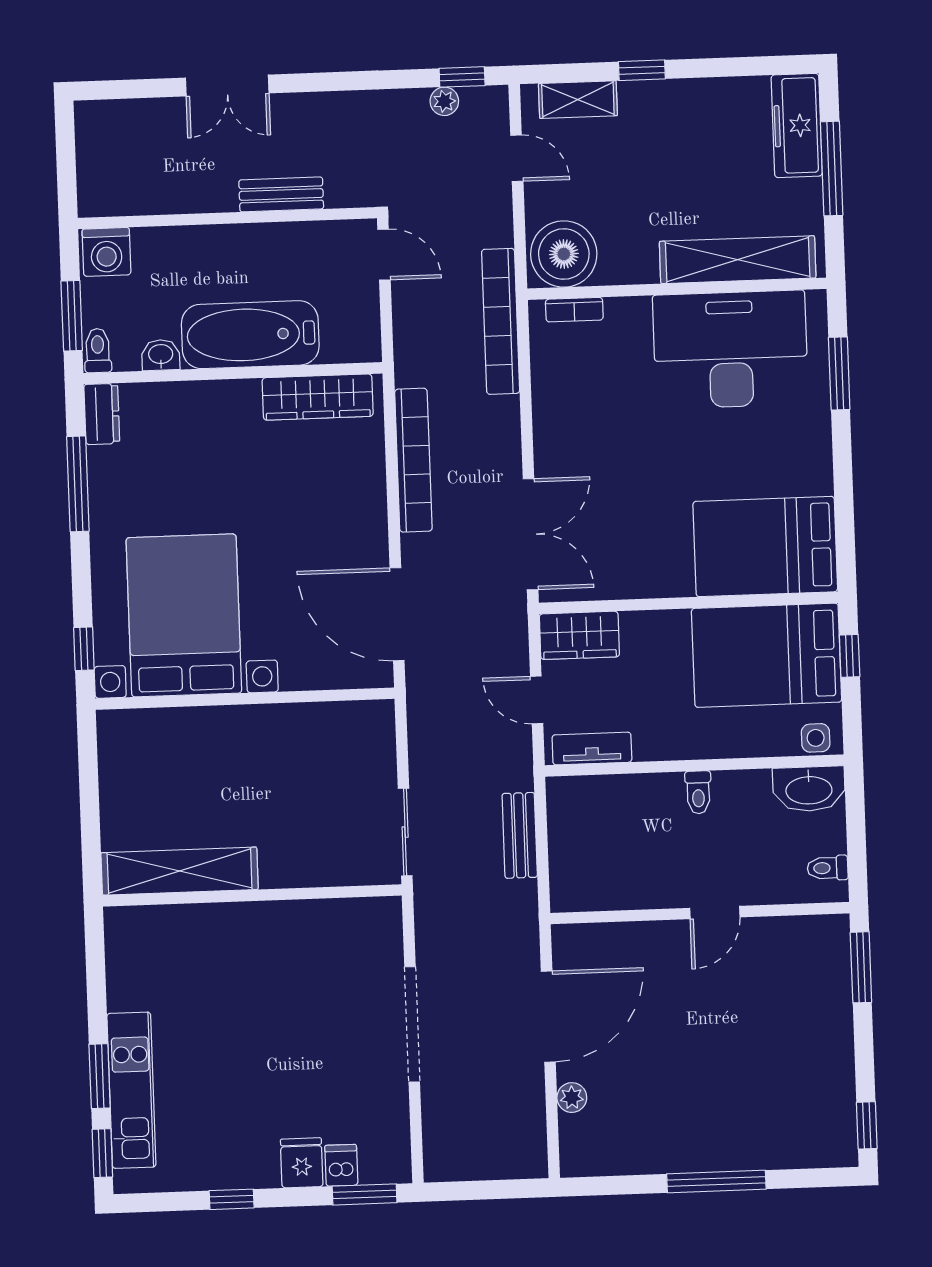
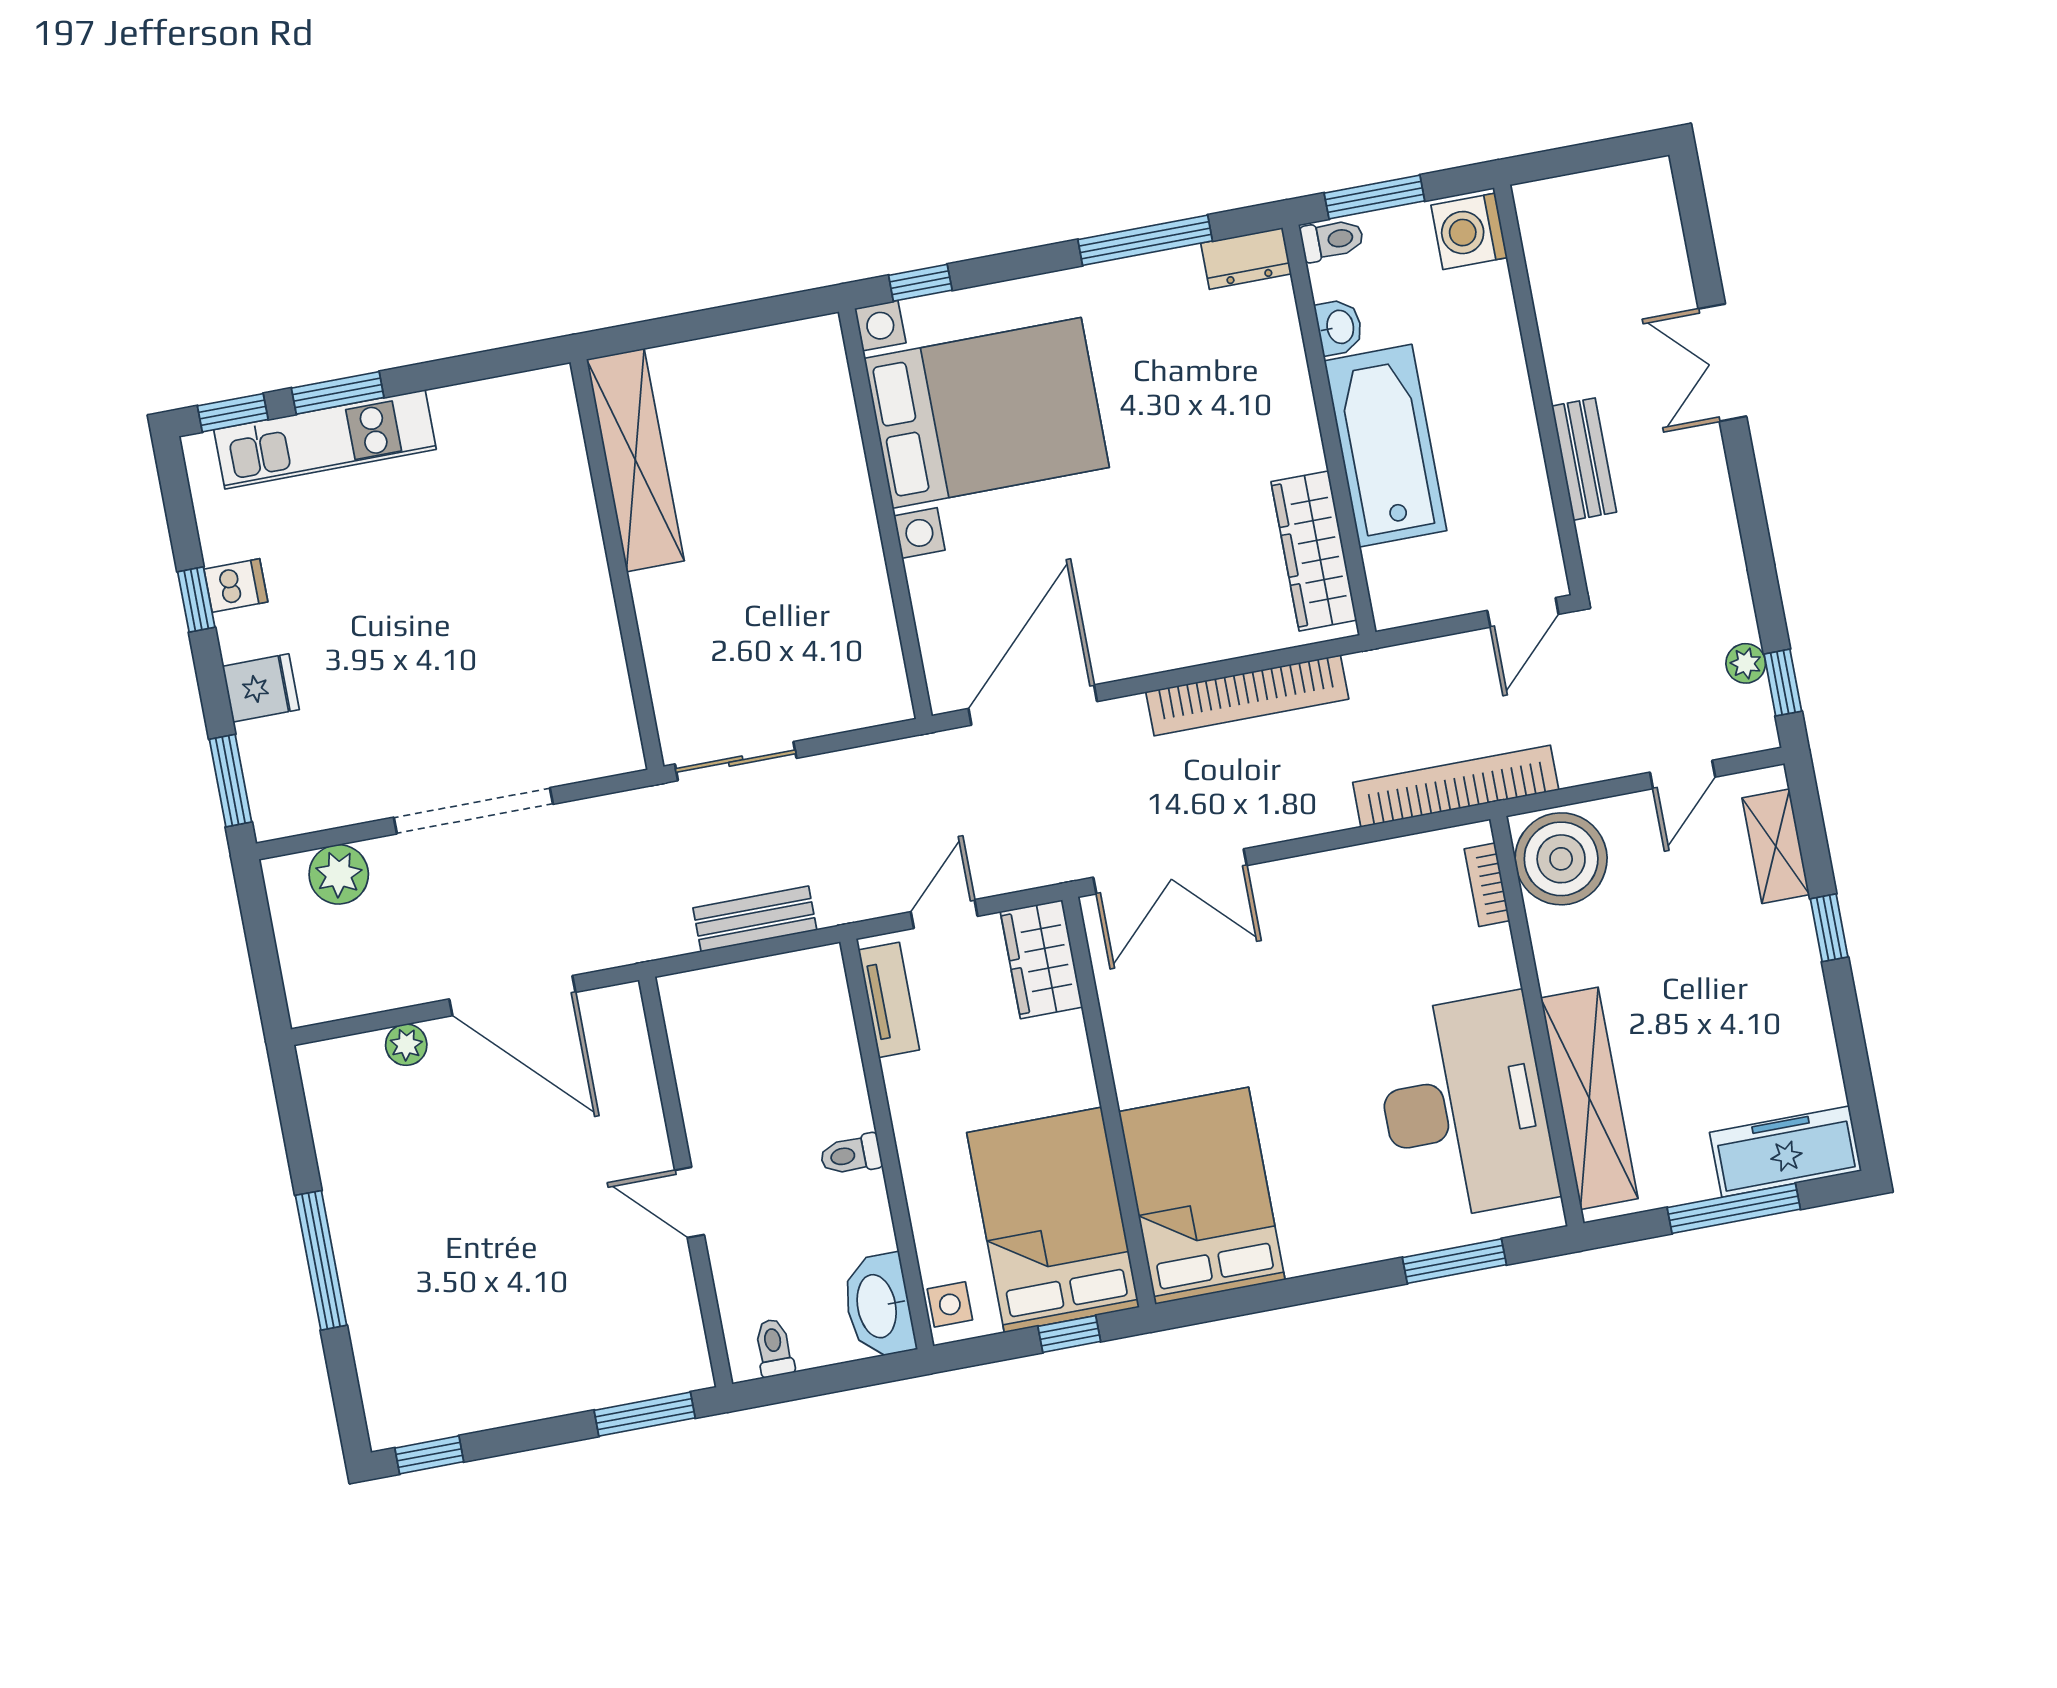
plant: (443, 1127) -> (339, 874), added
dishwasher: (341, 1165) -> (236, 586), moved

